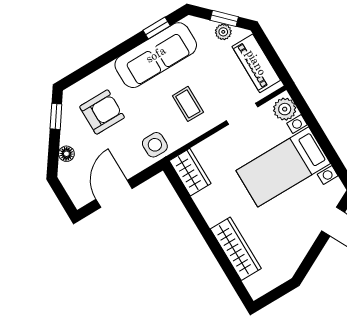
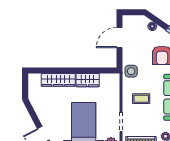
wardrobe: (190, 172) -> (88, 80), moved
door: (114, 194) -> (119, 38), swing flipped

